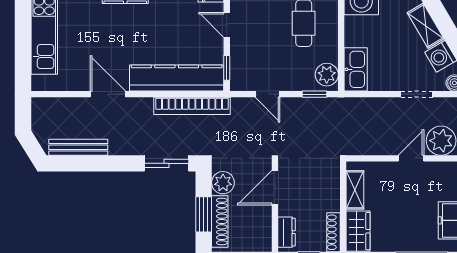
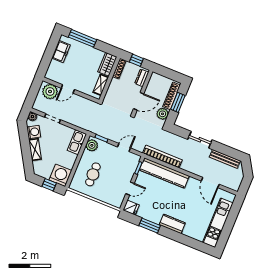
door: (227, 25) -> (130, 189), hinge flipped
door: (108, 94) -> (210, 183), moved
door: (268, 94) -> (124, 147), hinge flipped
sliding door: (167, 163) -> (200, 140), moved

